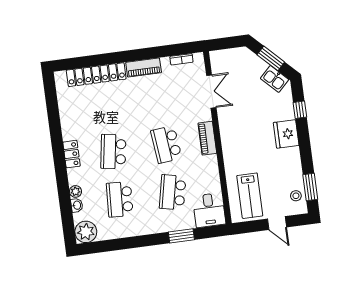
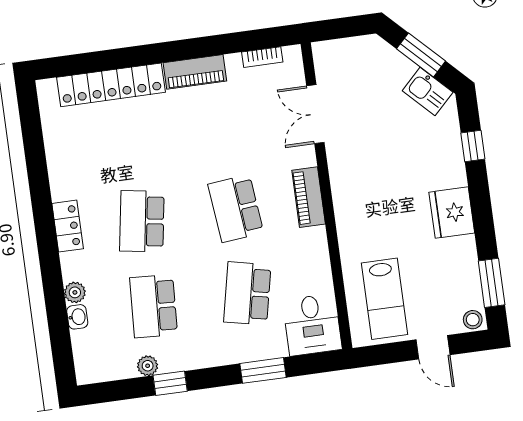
double door: (211, 92) -> (315, 114), swing flipped
fridge: (286, 134) -> (452, 213), moved
stool: (296, 196) -> (473, 320), moved
plant: (86, 232) -> (148, 366), moved, width x0.53, depth x0.53
window: (129, 243) -> (170, 383), added

